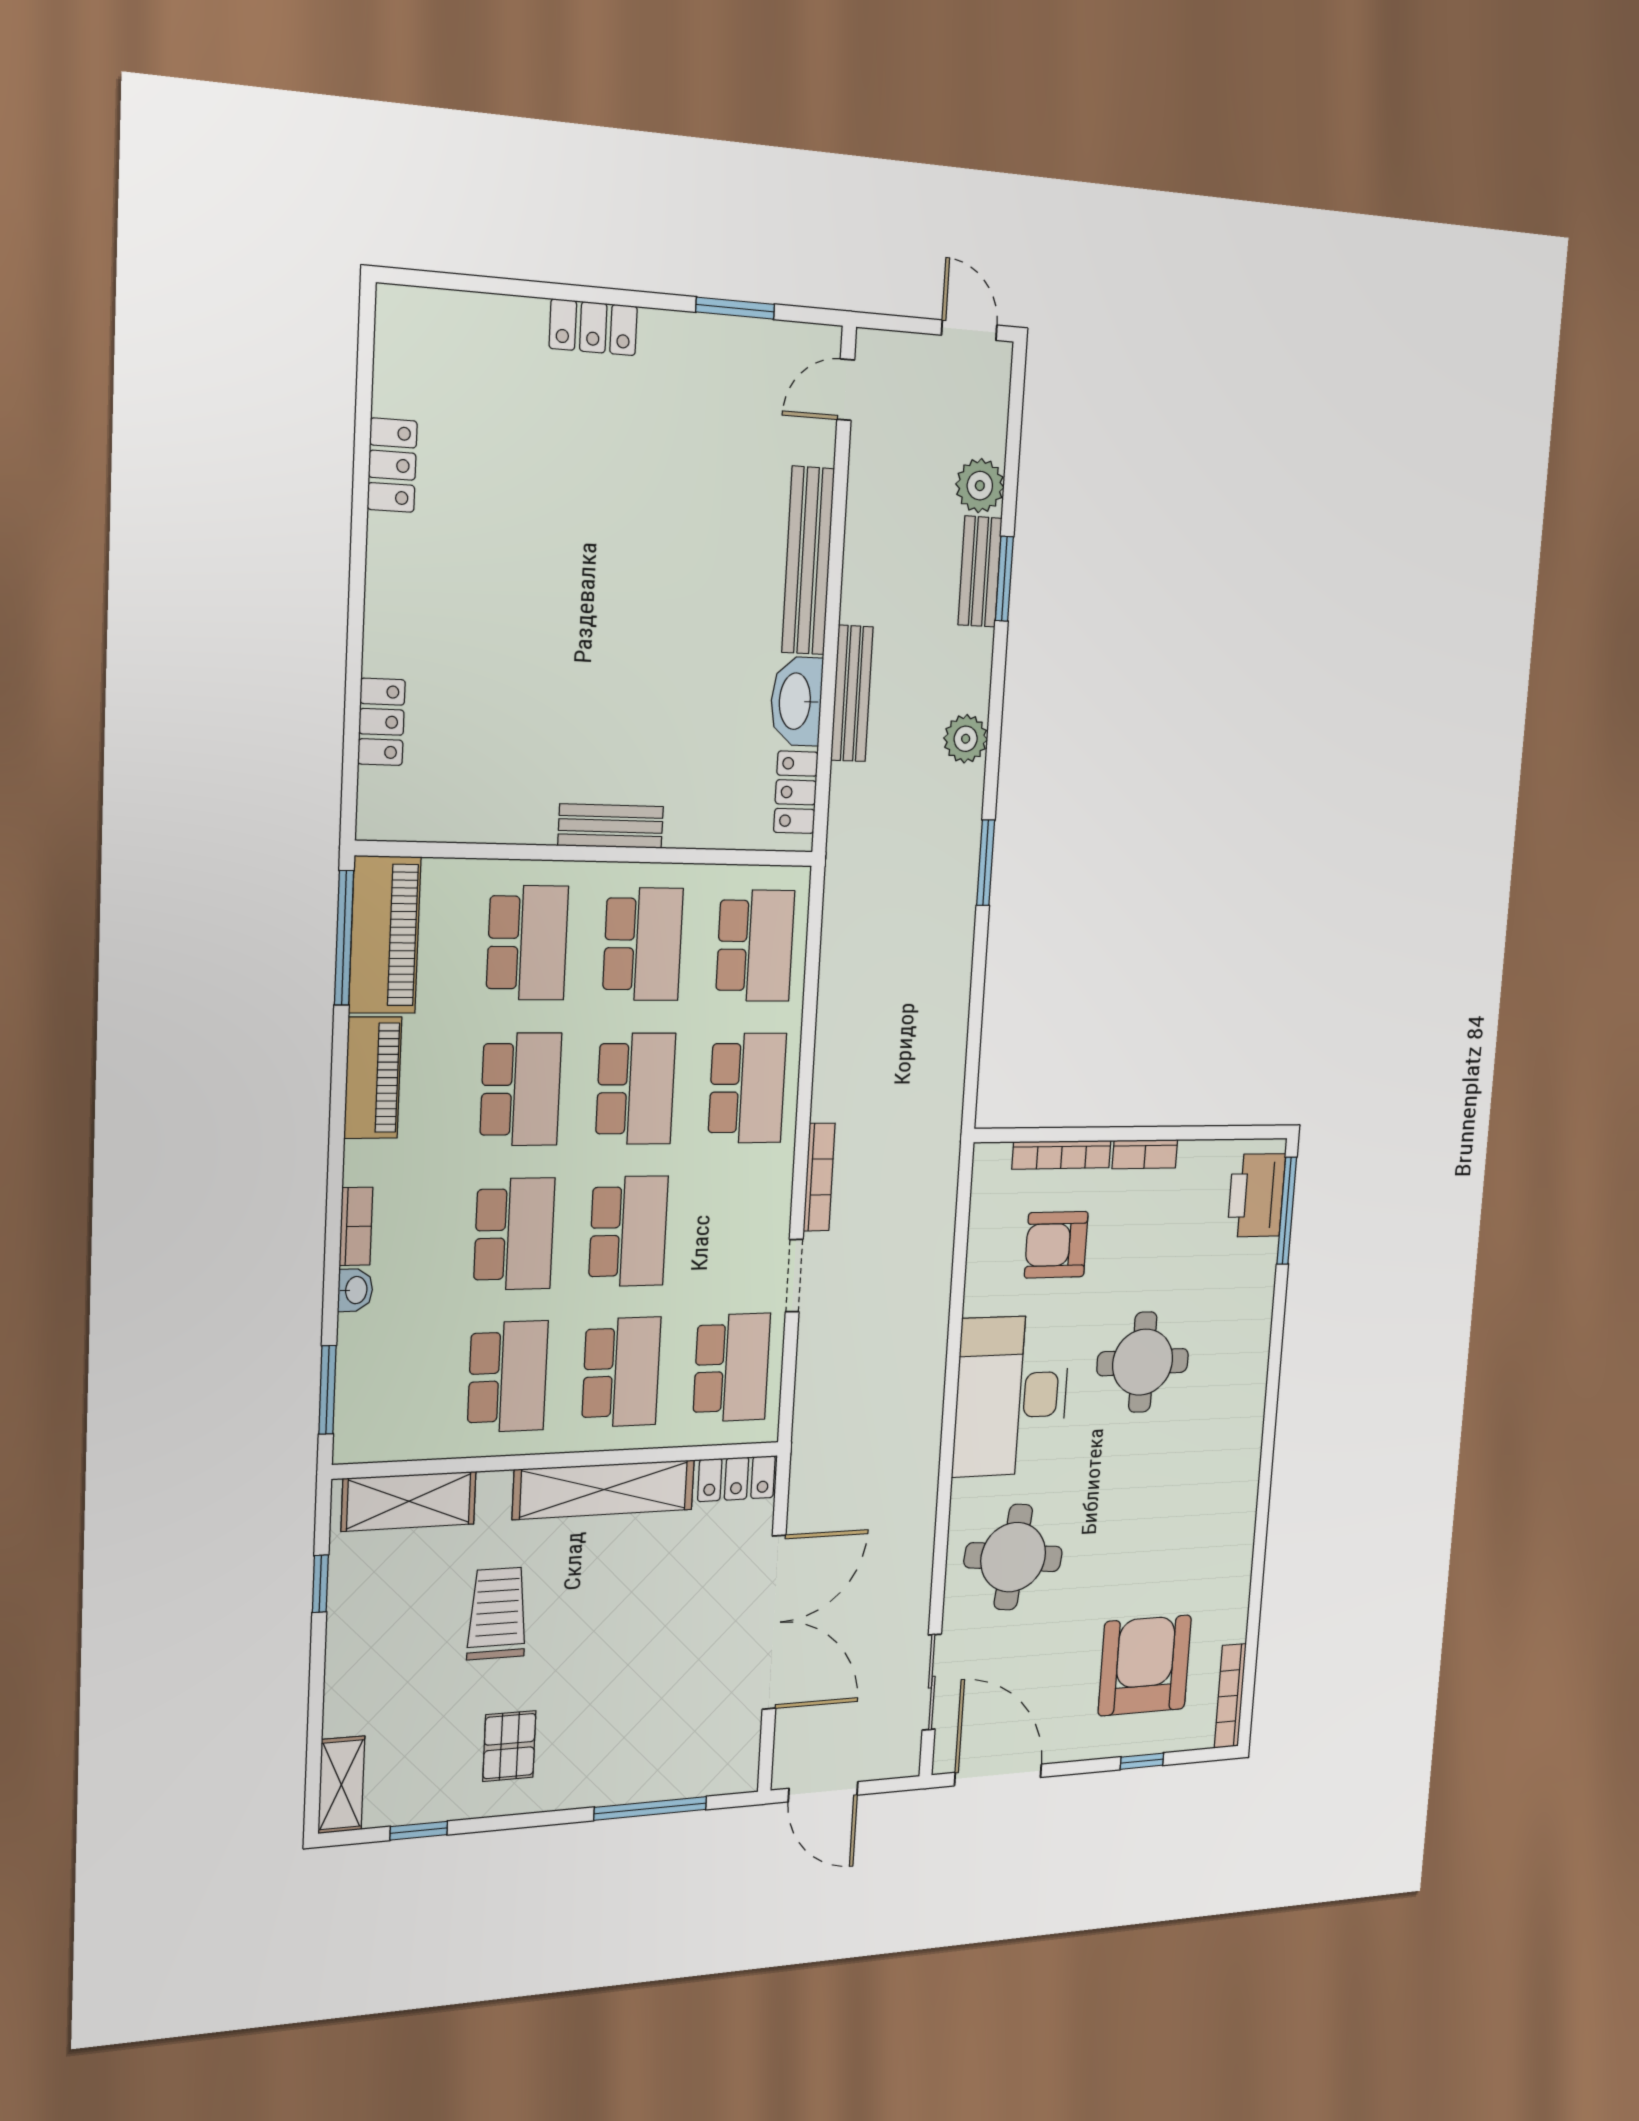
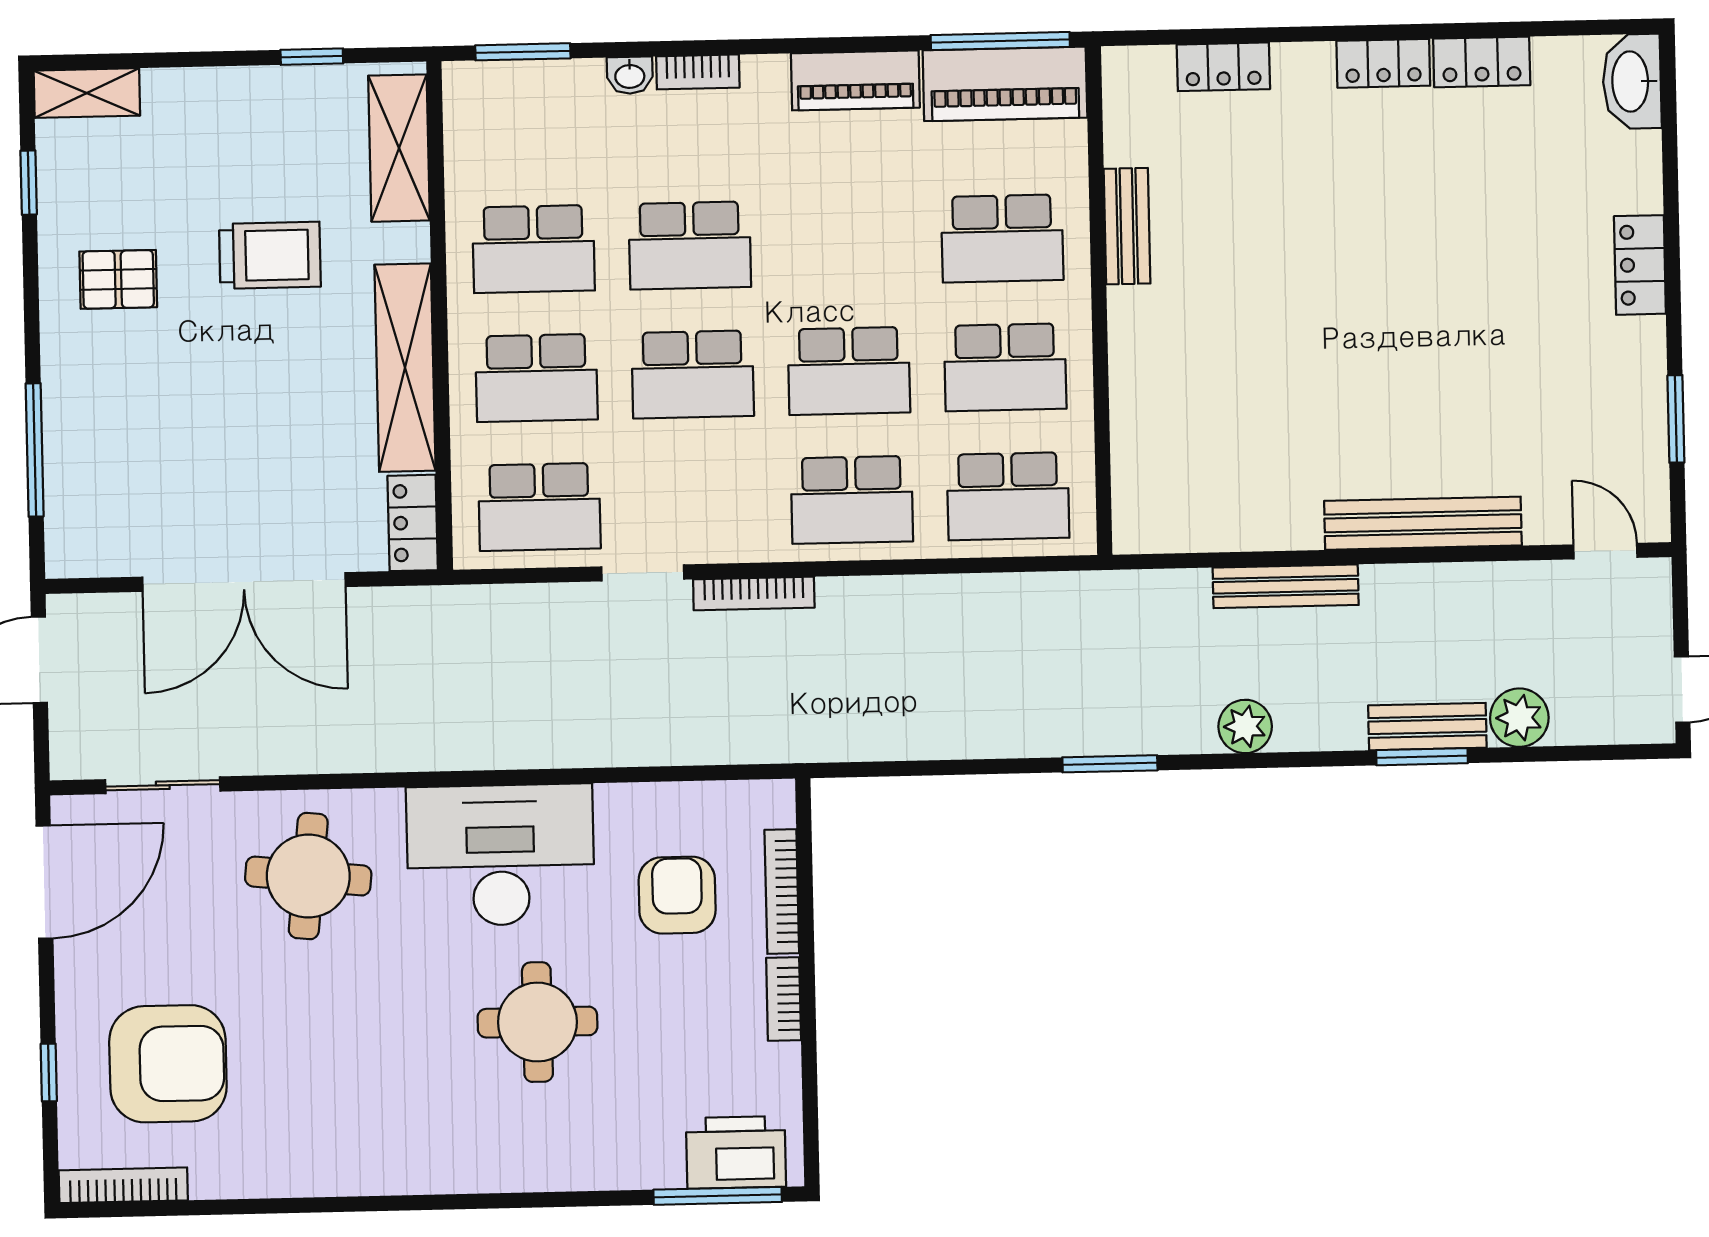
washbasin: (796, 701) -> (1632, 81), moved, turned -90
locker: (796, 792) -> (1383, 63), moved, turned 180
bench: (611, 826) -> (1127, 226), moved
school desk: (521, 1089) -> (846, 242), removed

